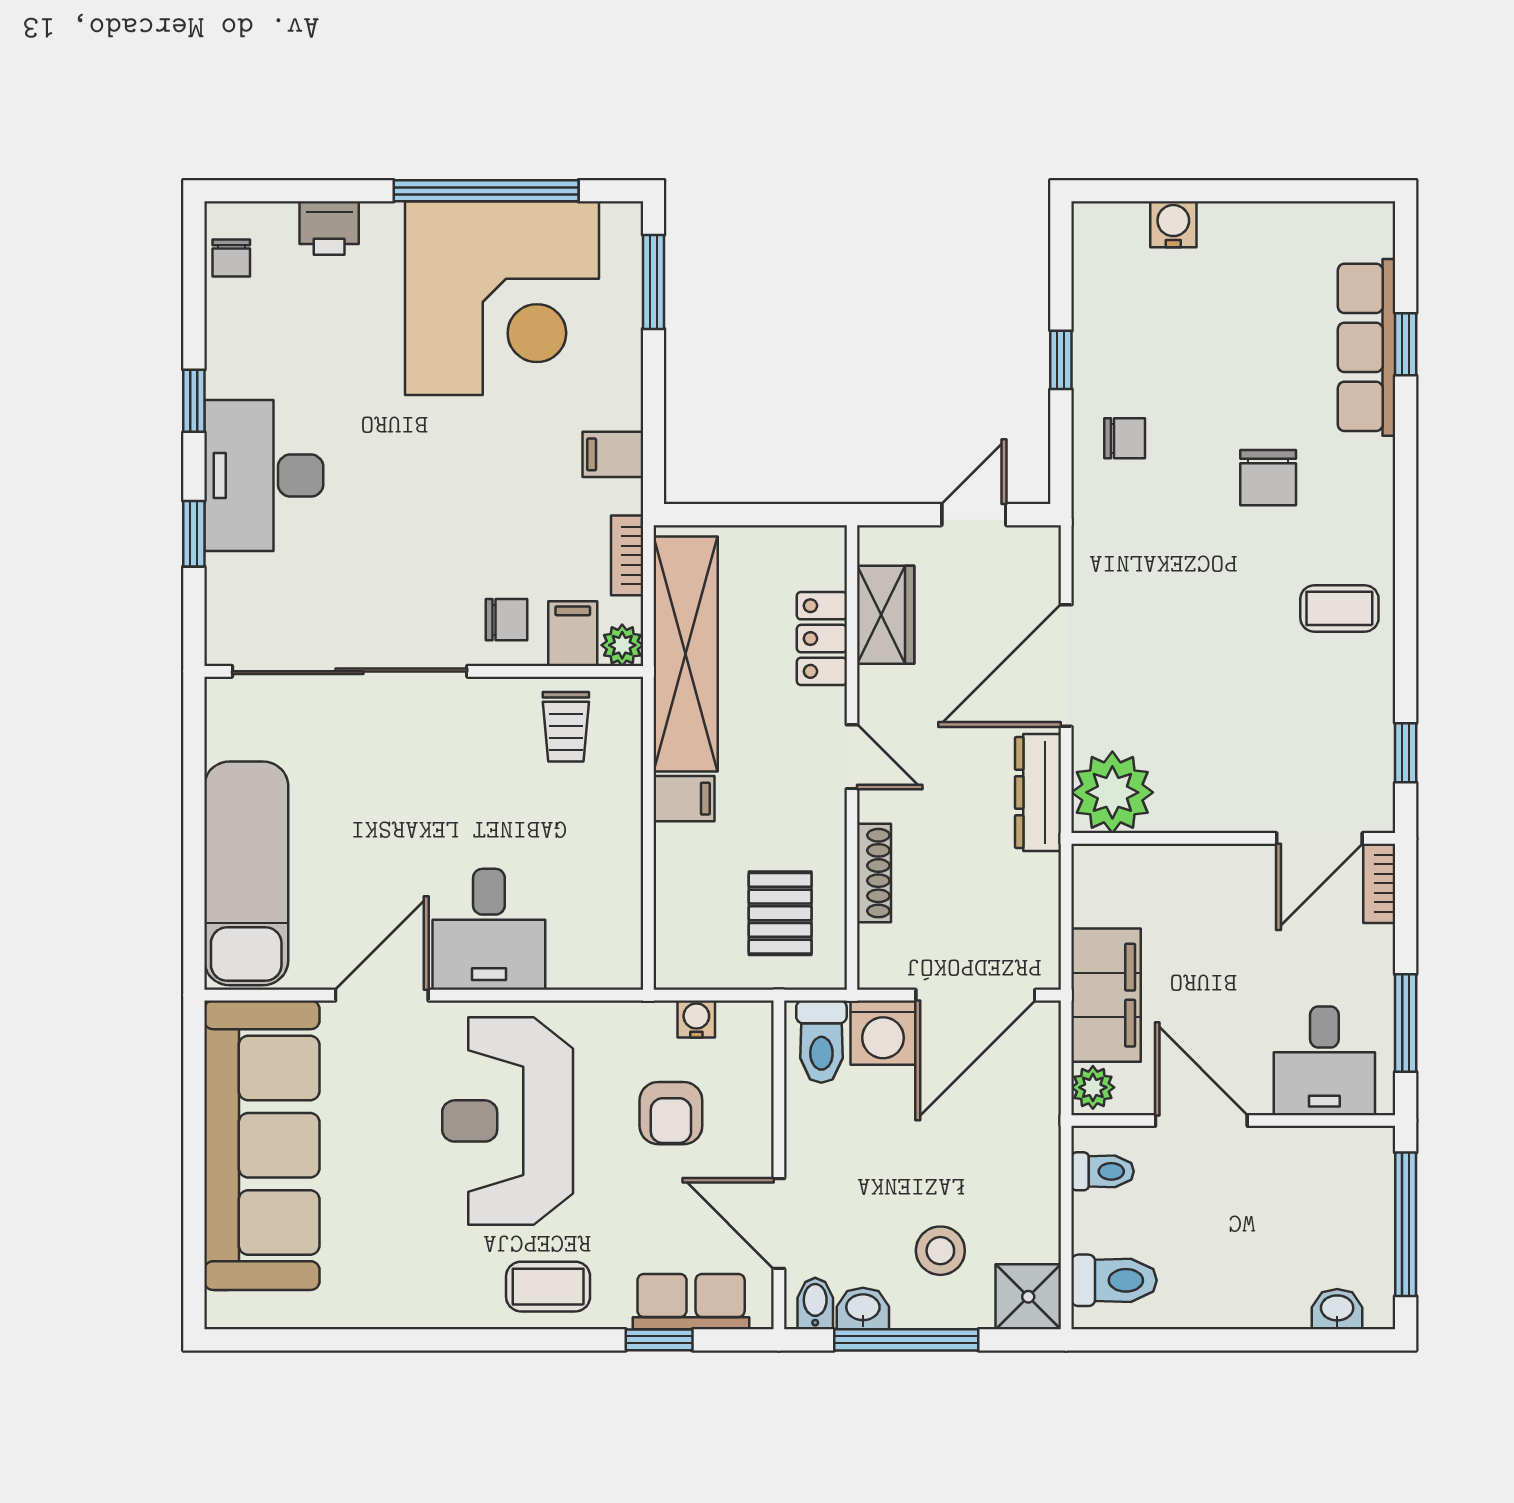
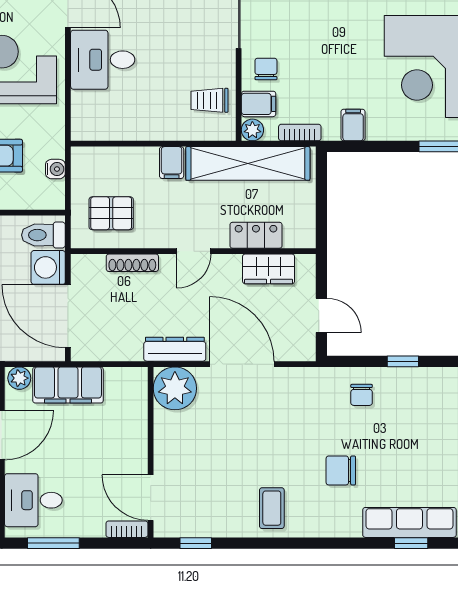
chair: (506, 620) -> (266, 69), turned 180

